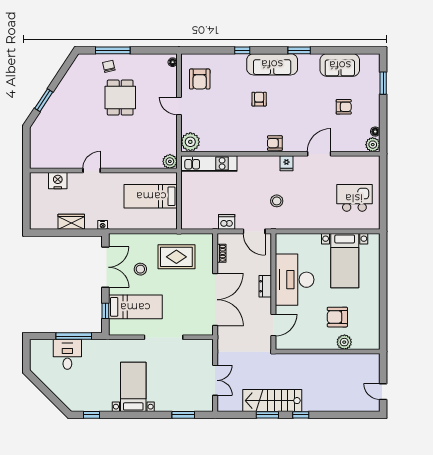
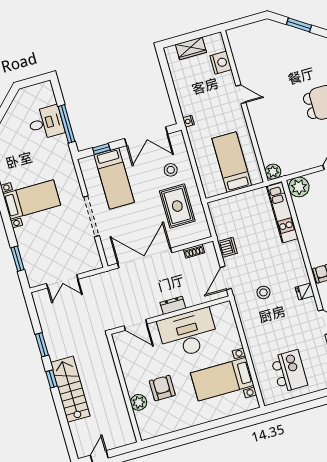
wardrobe: (71, 222) -> (191, 48), moved, turned 90
stool: (140, 269) -> (171, 170), moved
double door: (215, 300) -> (145, 258), swing flipped
stairs: (272, 401) -> (70, 389), moved

